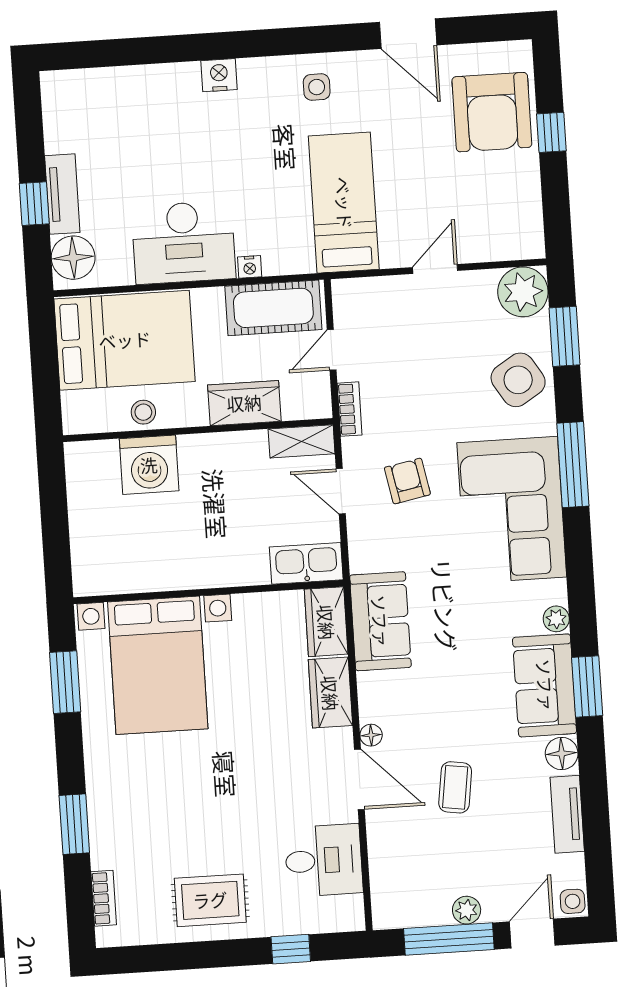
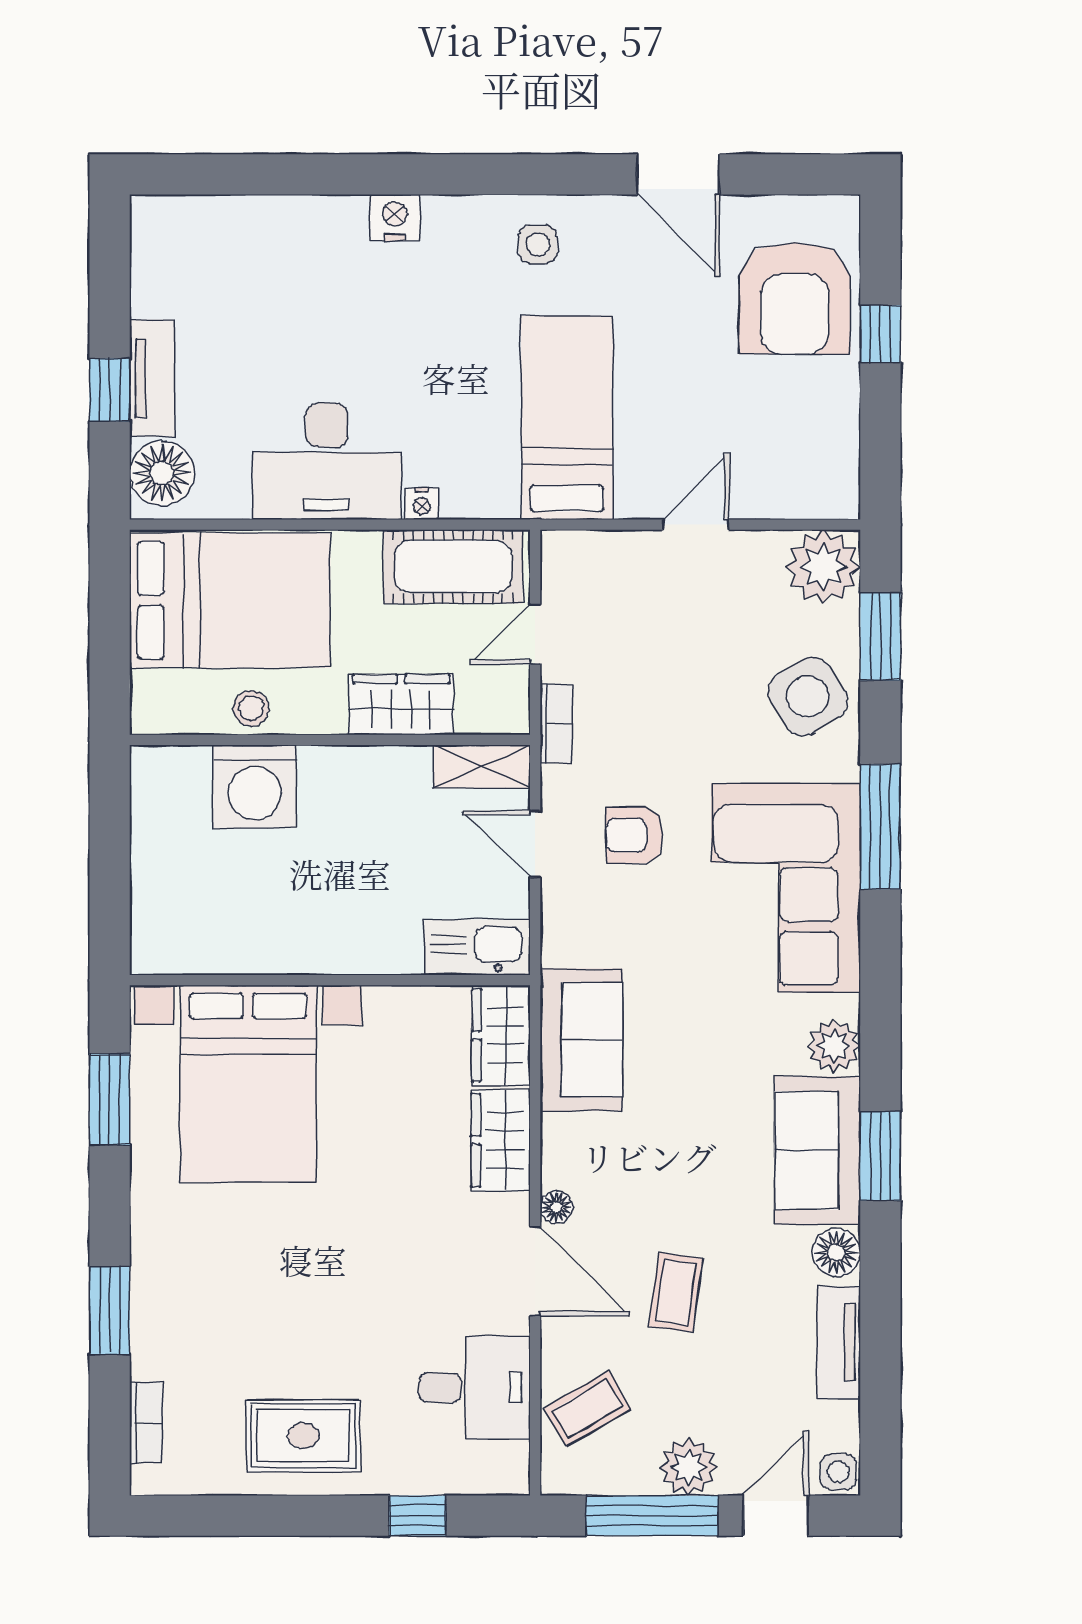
armchair: (407, 481) -> (634, 835), turned -79
plant: (556, 619) -> (834, 1046), width x1.38, depth x1.38
coffee table: (401, 869) -> (588, 1408), added
plant: (467, 910) -> (689, 1467), width x1.38, depth x1.38

